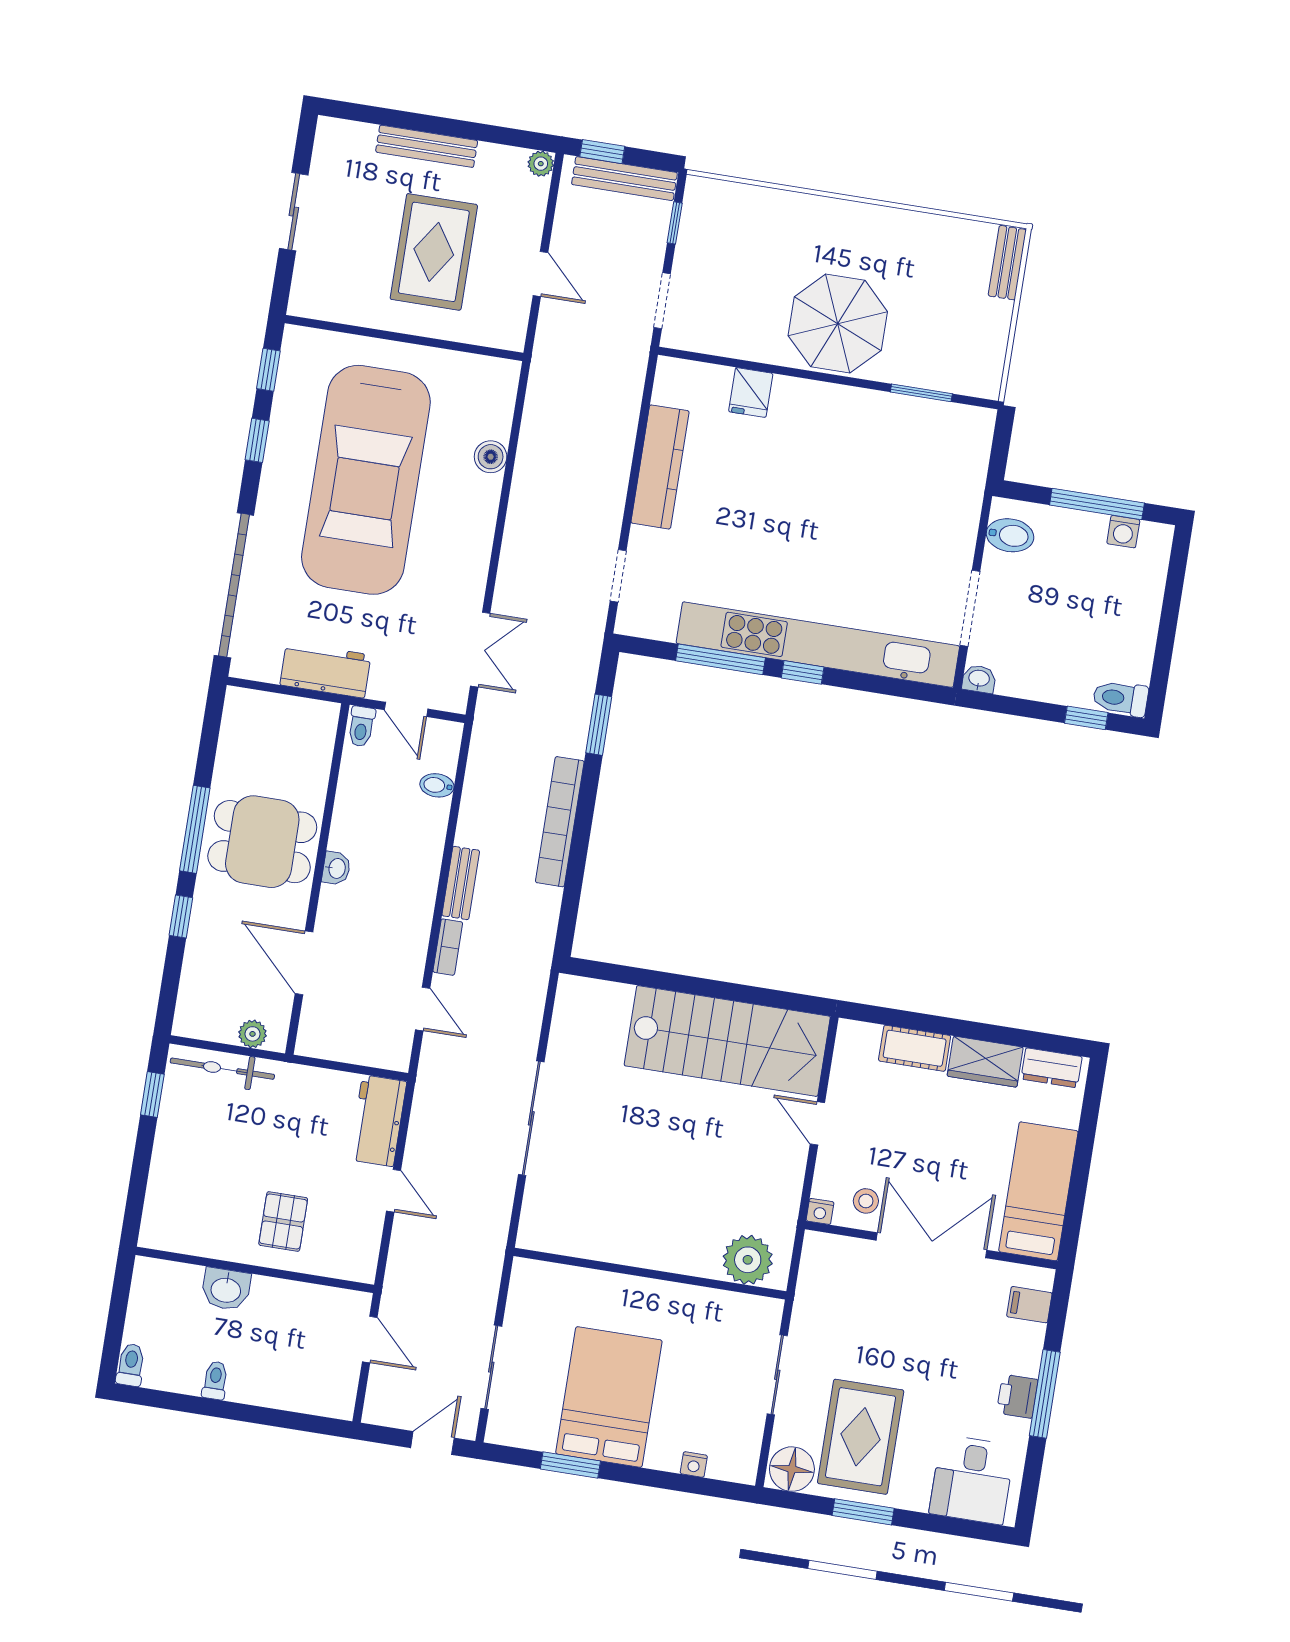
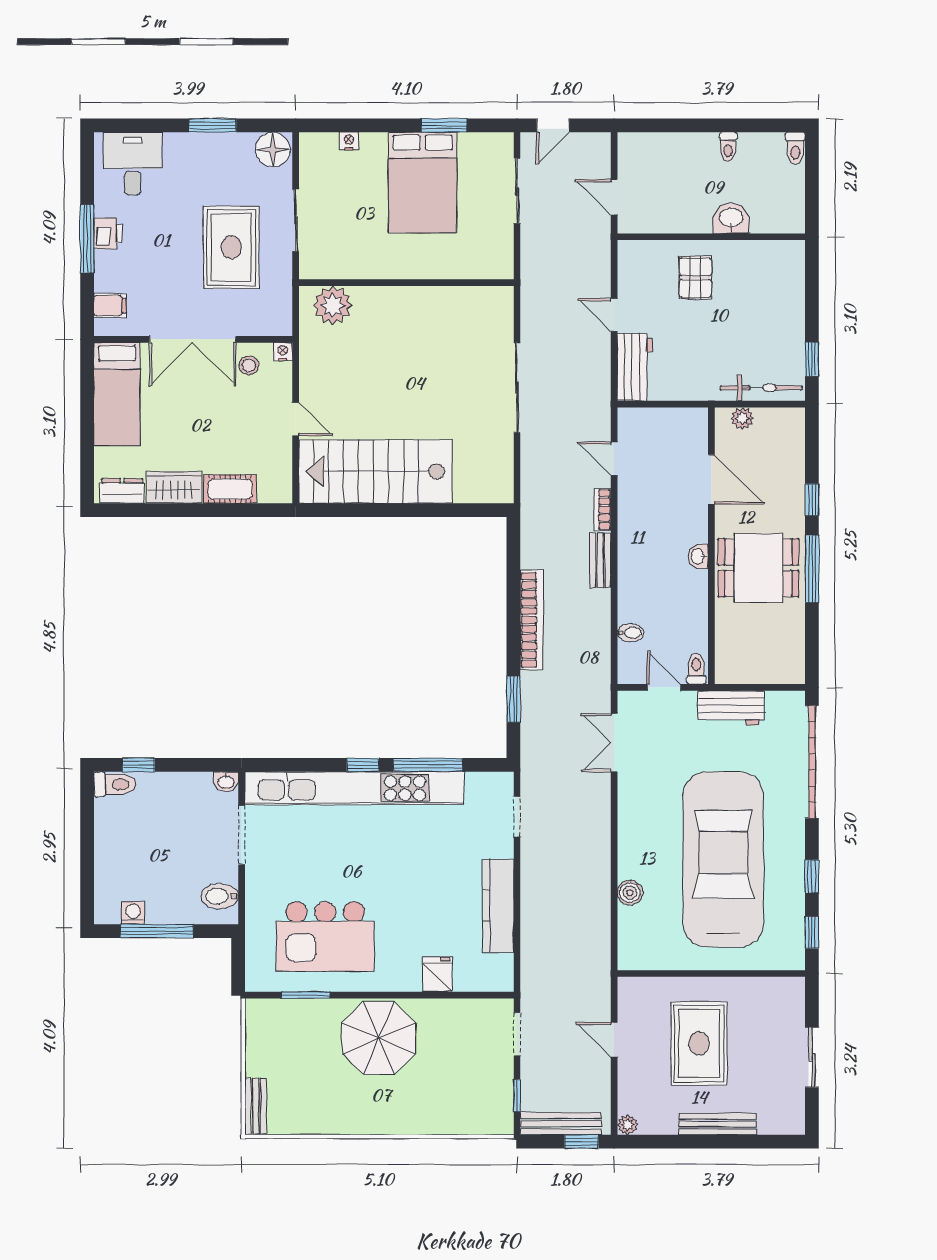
kitchen island: (885, 463) -> (325, 936), added
rug: (861, 1437) -> (231, 247), moved

